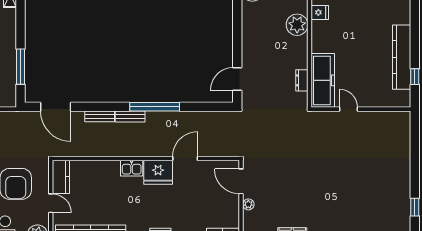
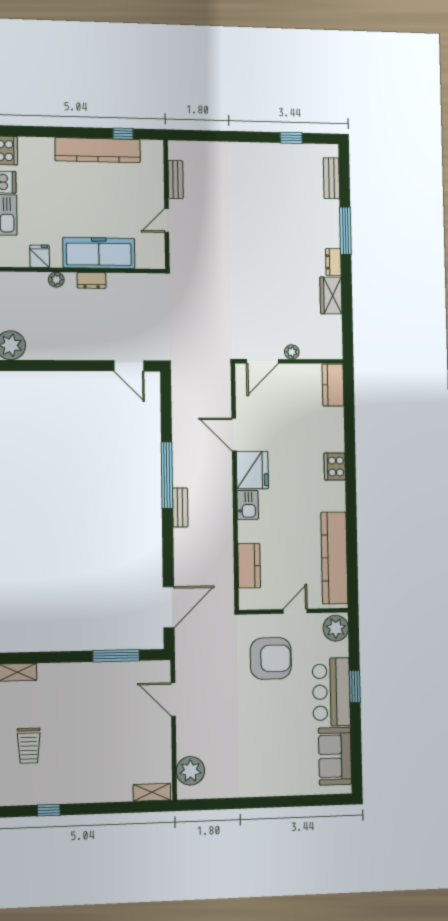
plant: (297, 25) -> (56, 280), width x0.53, depth x0.53
dresser: (302, 80) -> (91, 280), moved
freezer: (323, 80) -> (99, 253), moved
bench: (100, 116) -> (176, 180), moved
kitchen counter: (61, 177) -> (249, 566), moved, turned 90

